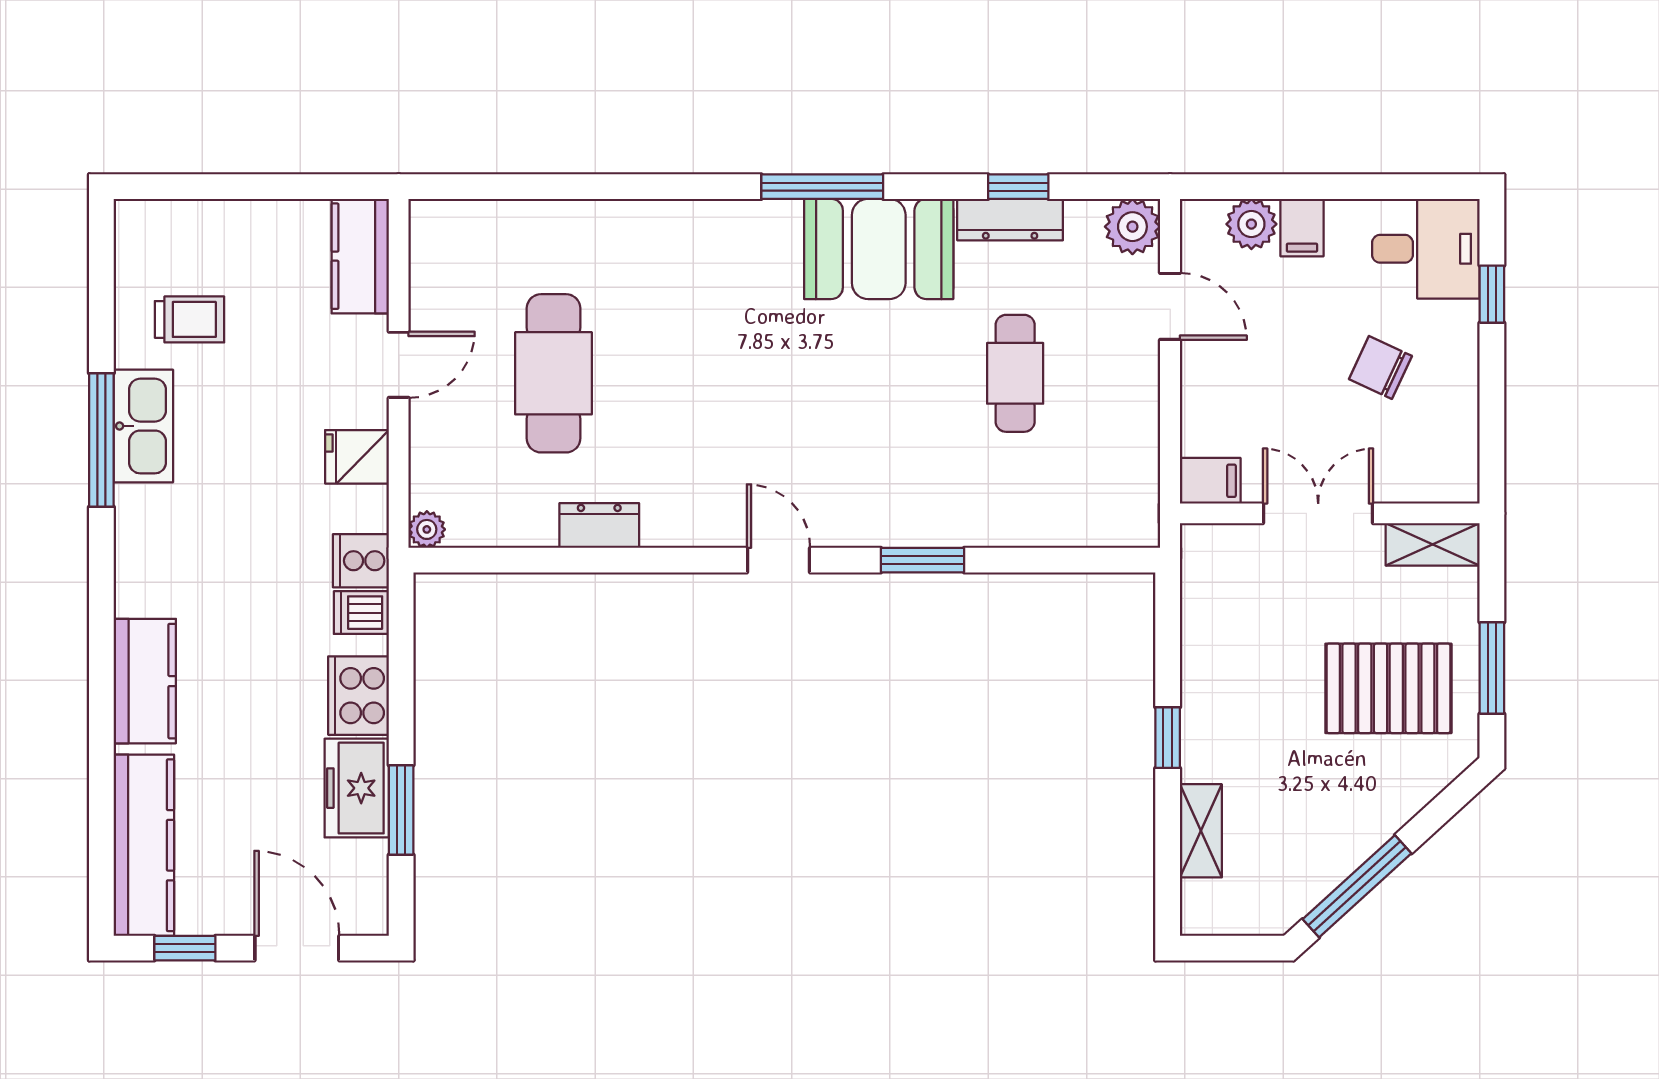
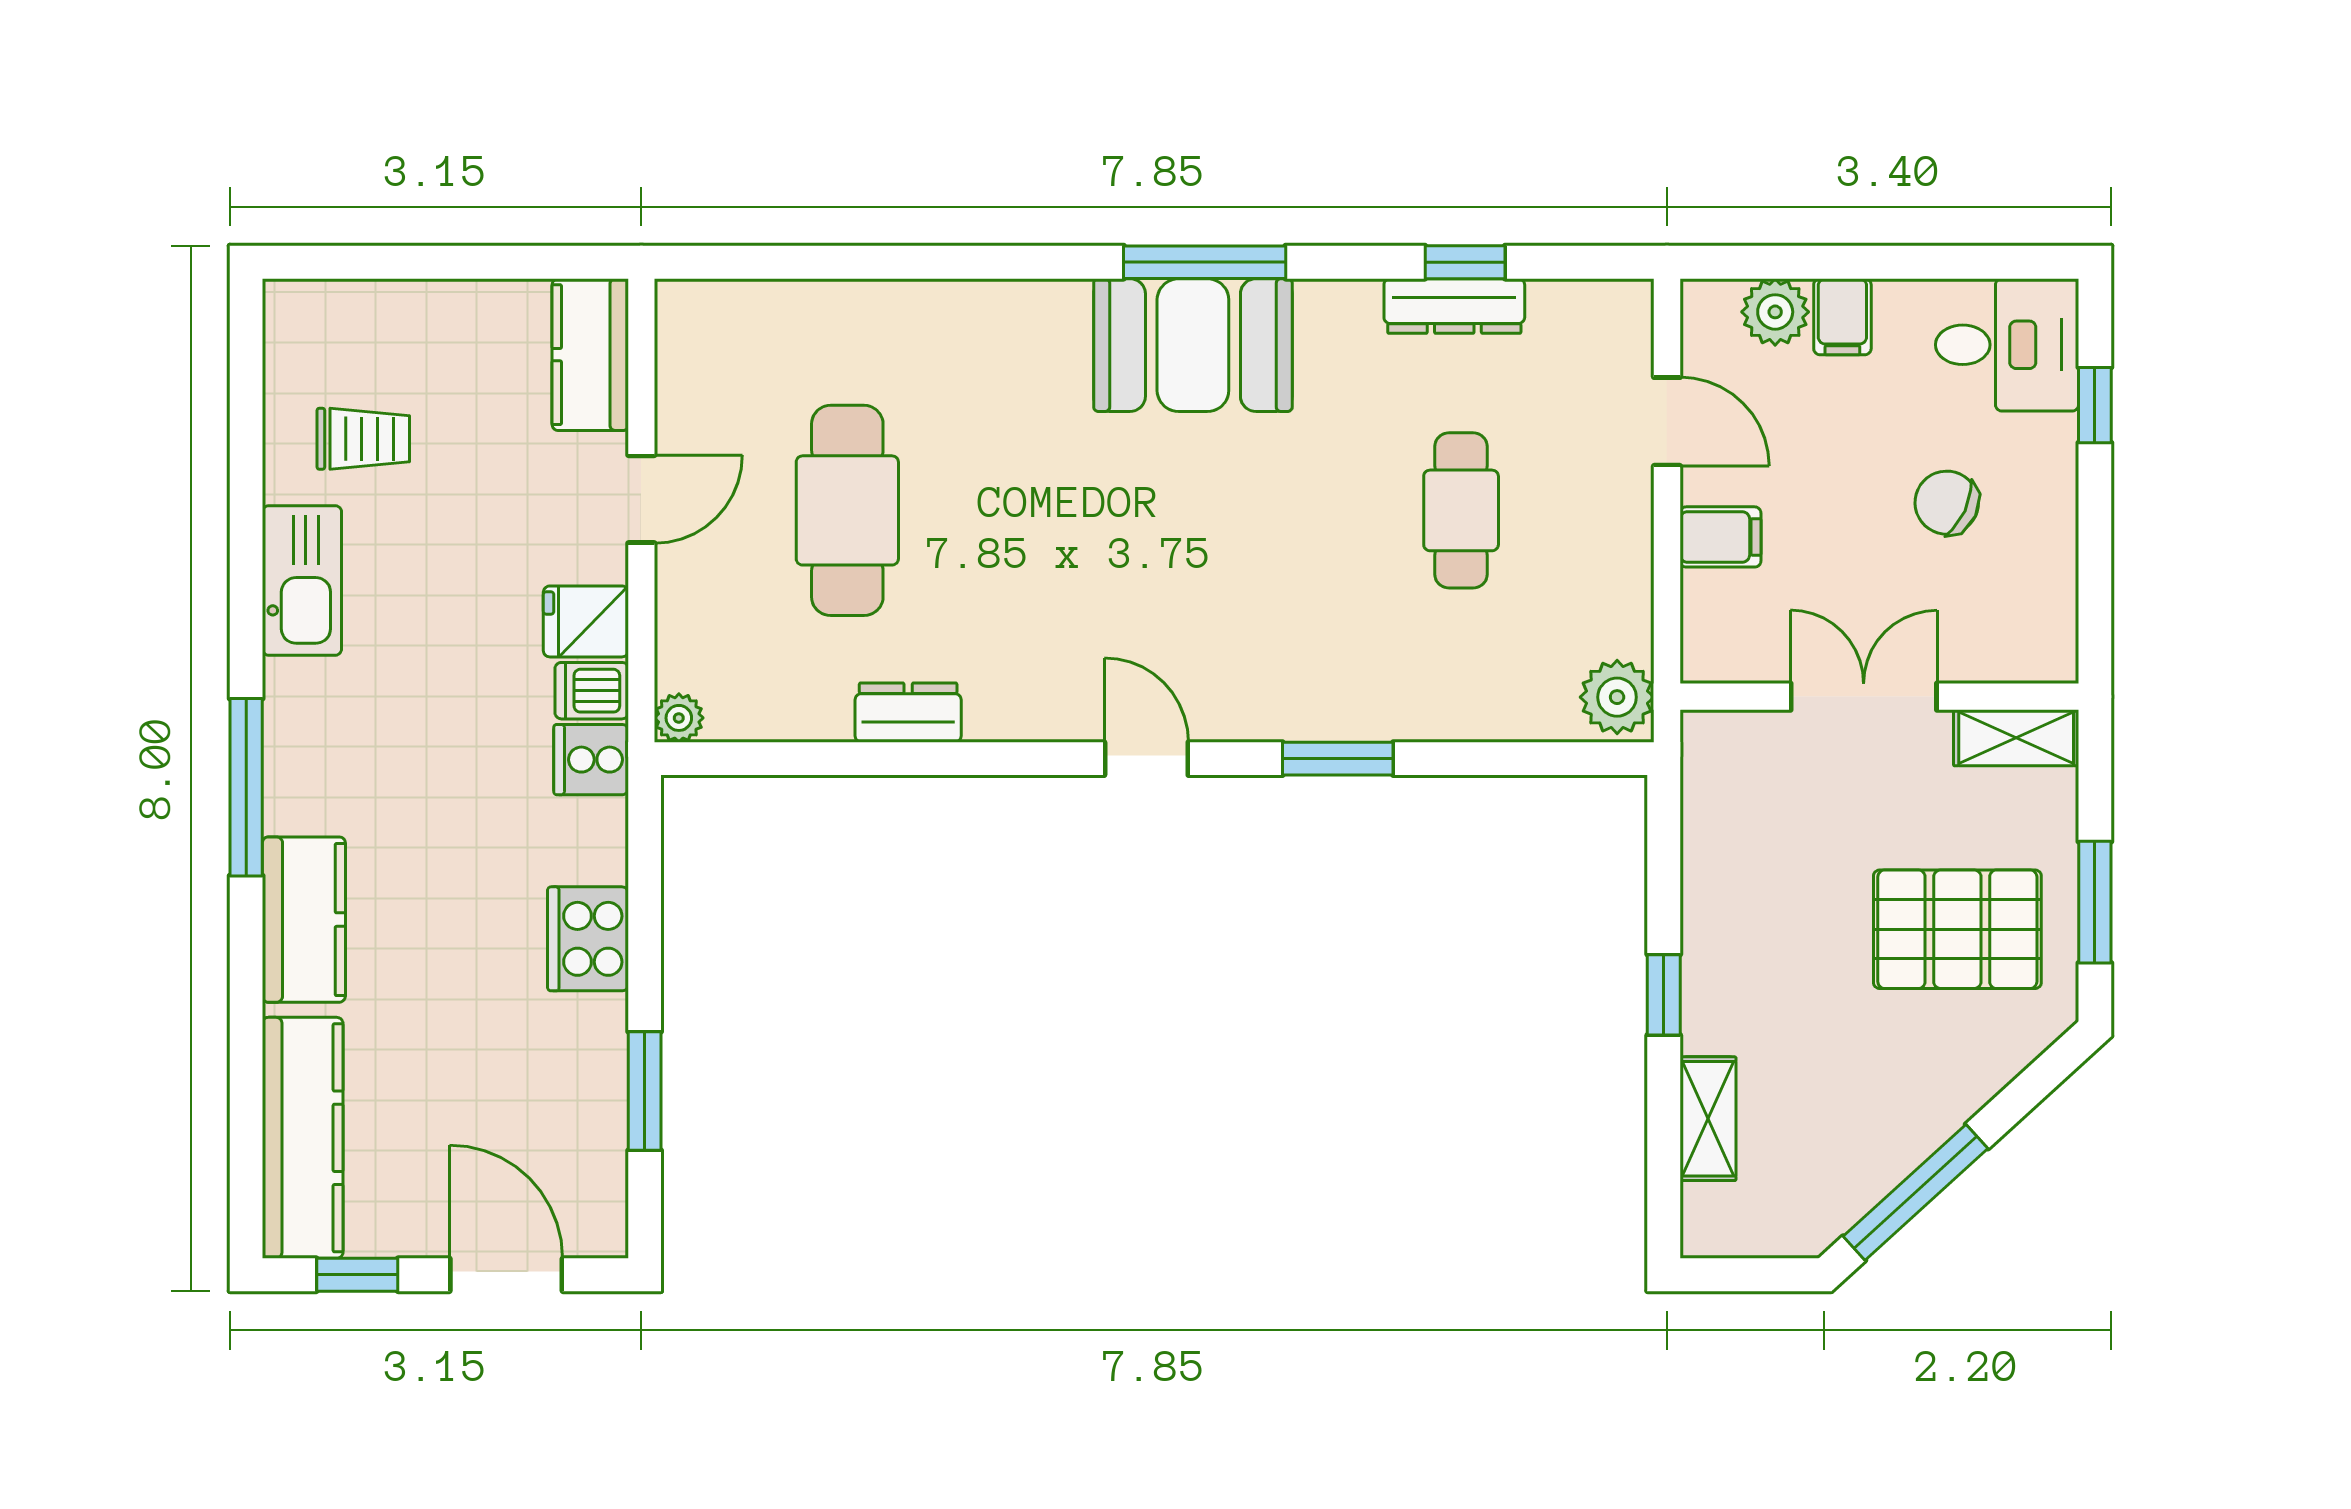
plant: (1132, 227) -> (1617, 697), moved
booth: (879, 249) -> (1193, 345), moved
window: (101, 440) -> (246, 787), moved
filing cabinet: (1210, 481) -> (1720, 537), moved
dishwasher: (361, 613) -> (592, 691), moved
freezer: (357, 788) -> (586, 1062), removed

